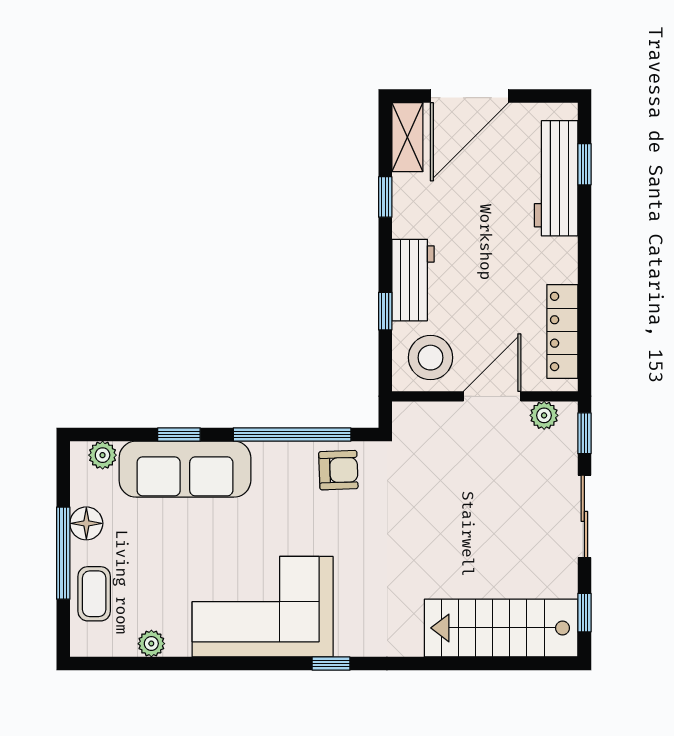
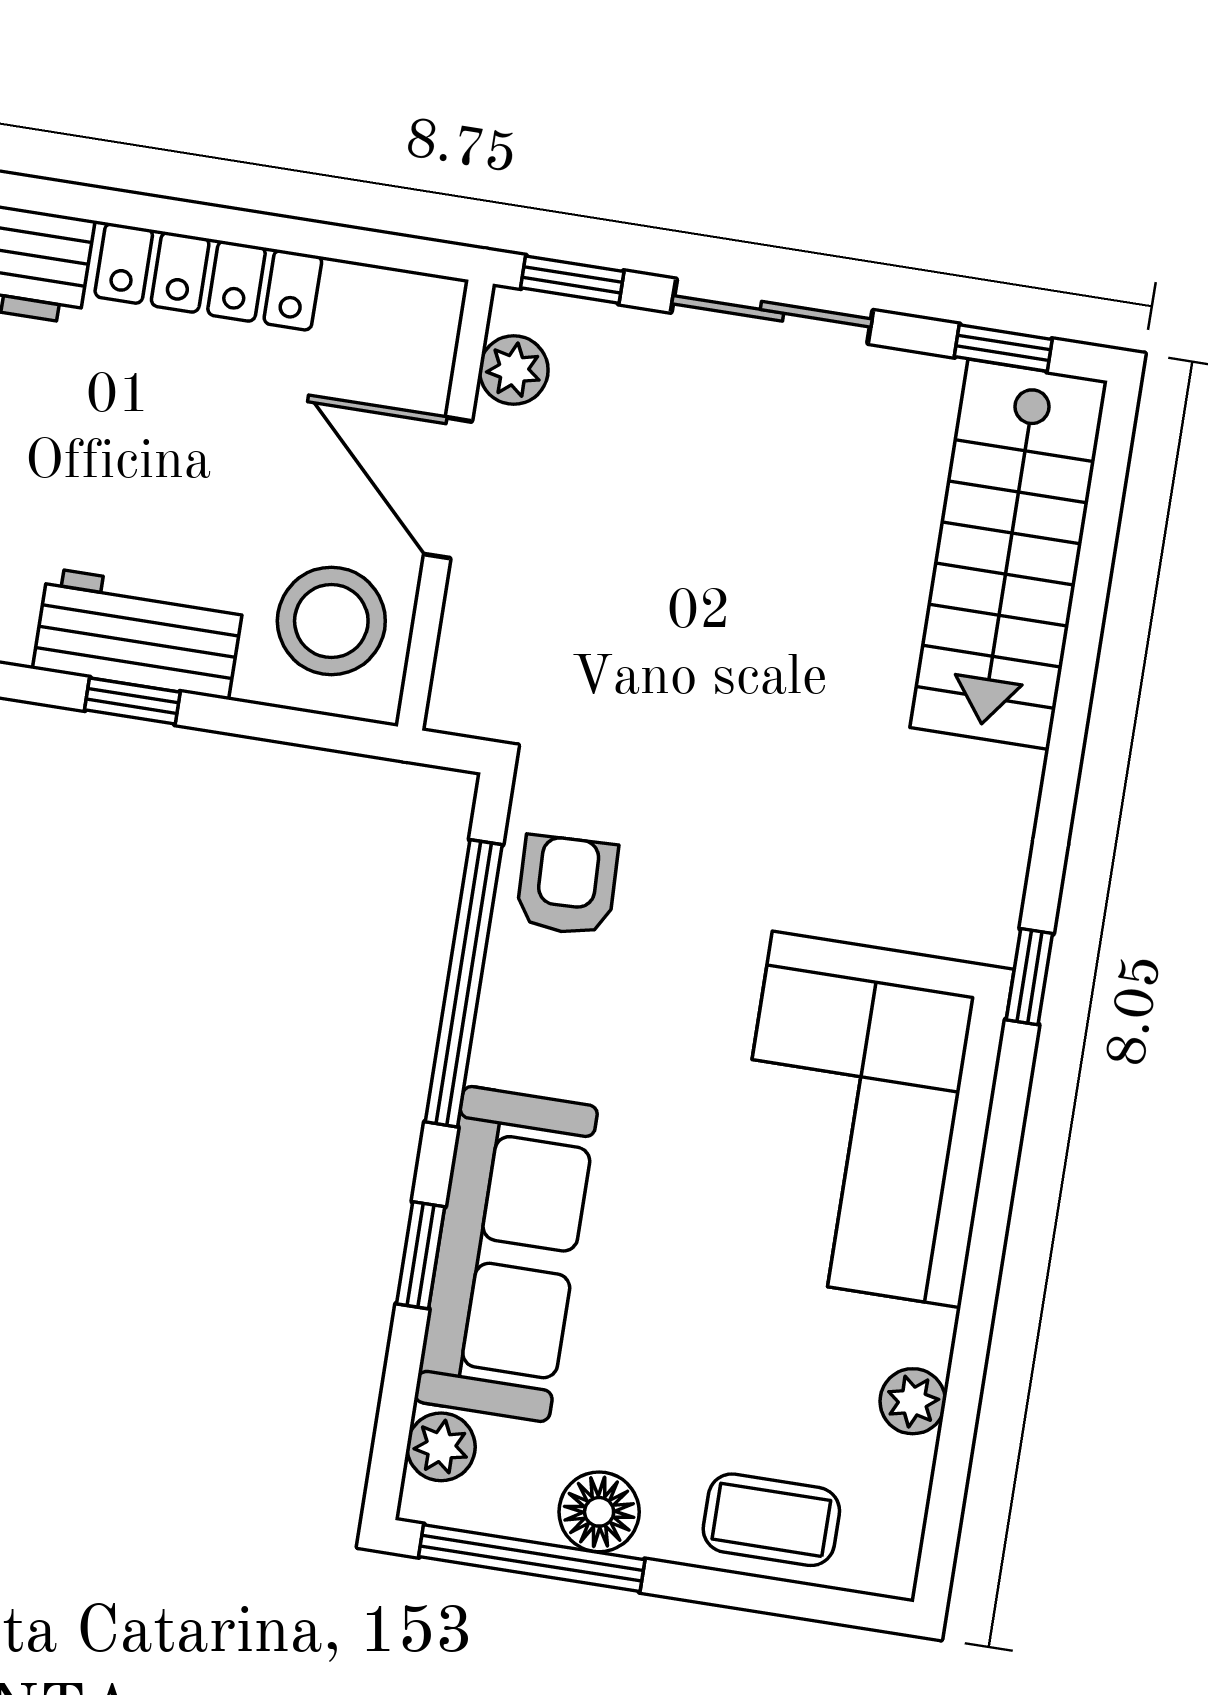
window: (385, 311) -> (132, 701), moved
locker: (562, 331) -> (208, 277), moved
window: (63, 553) -> (532, 1558), moved

